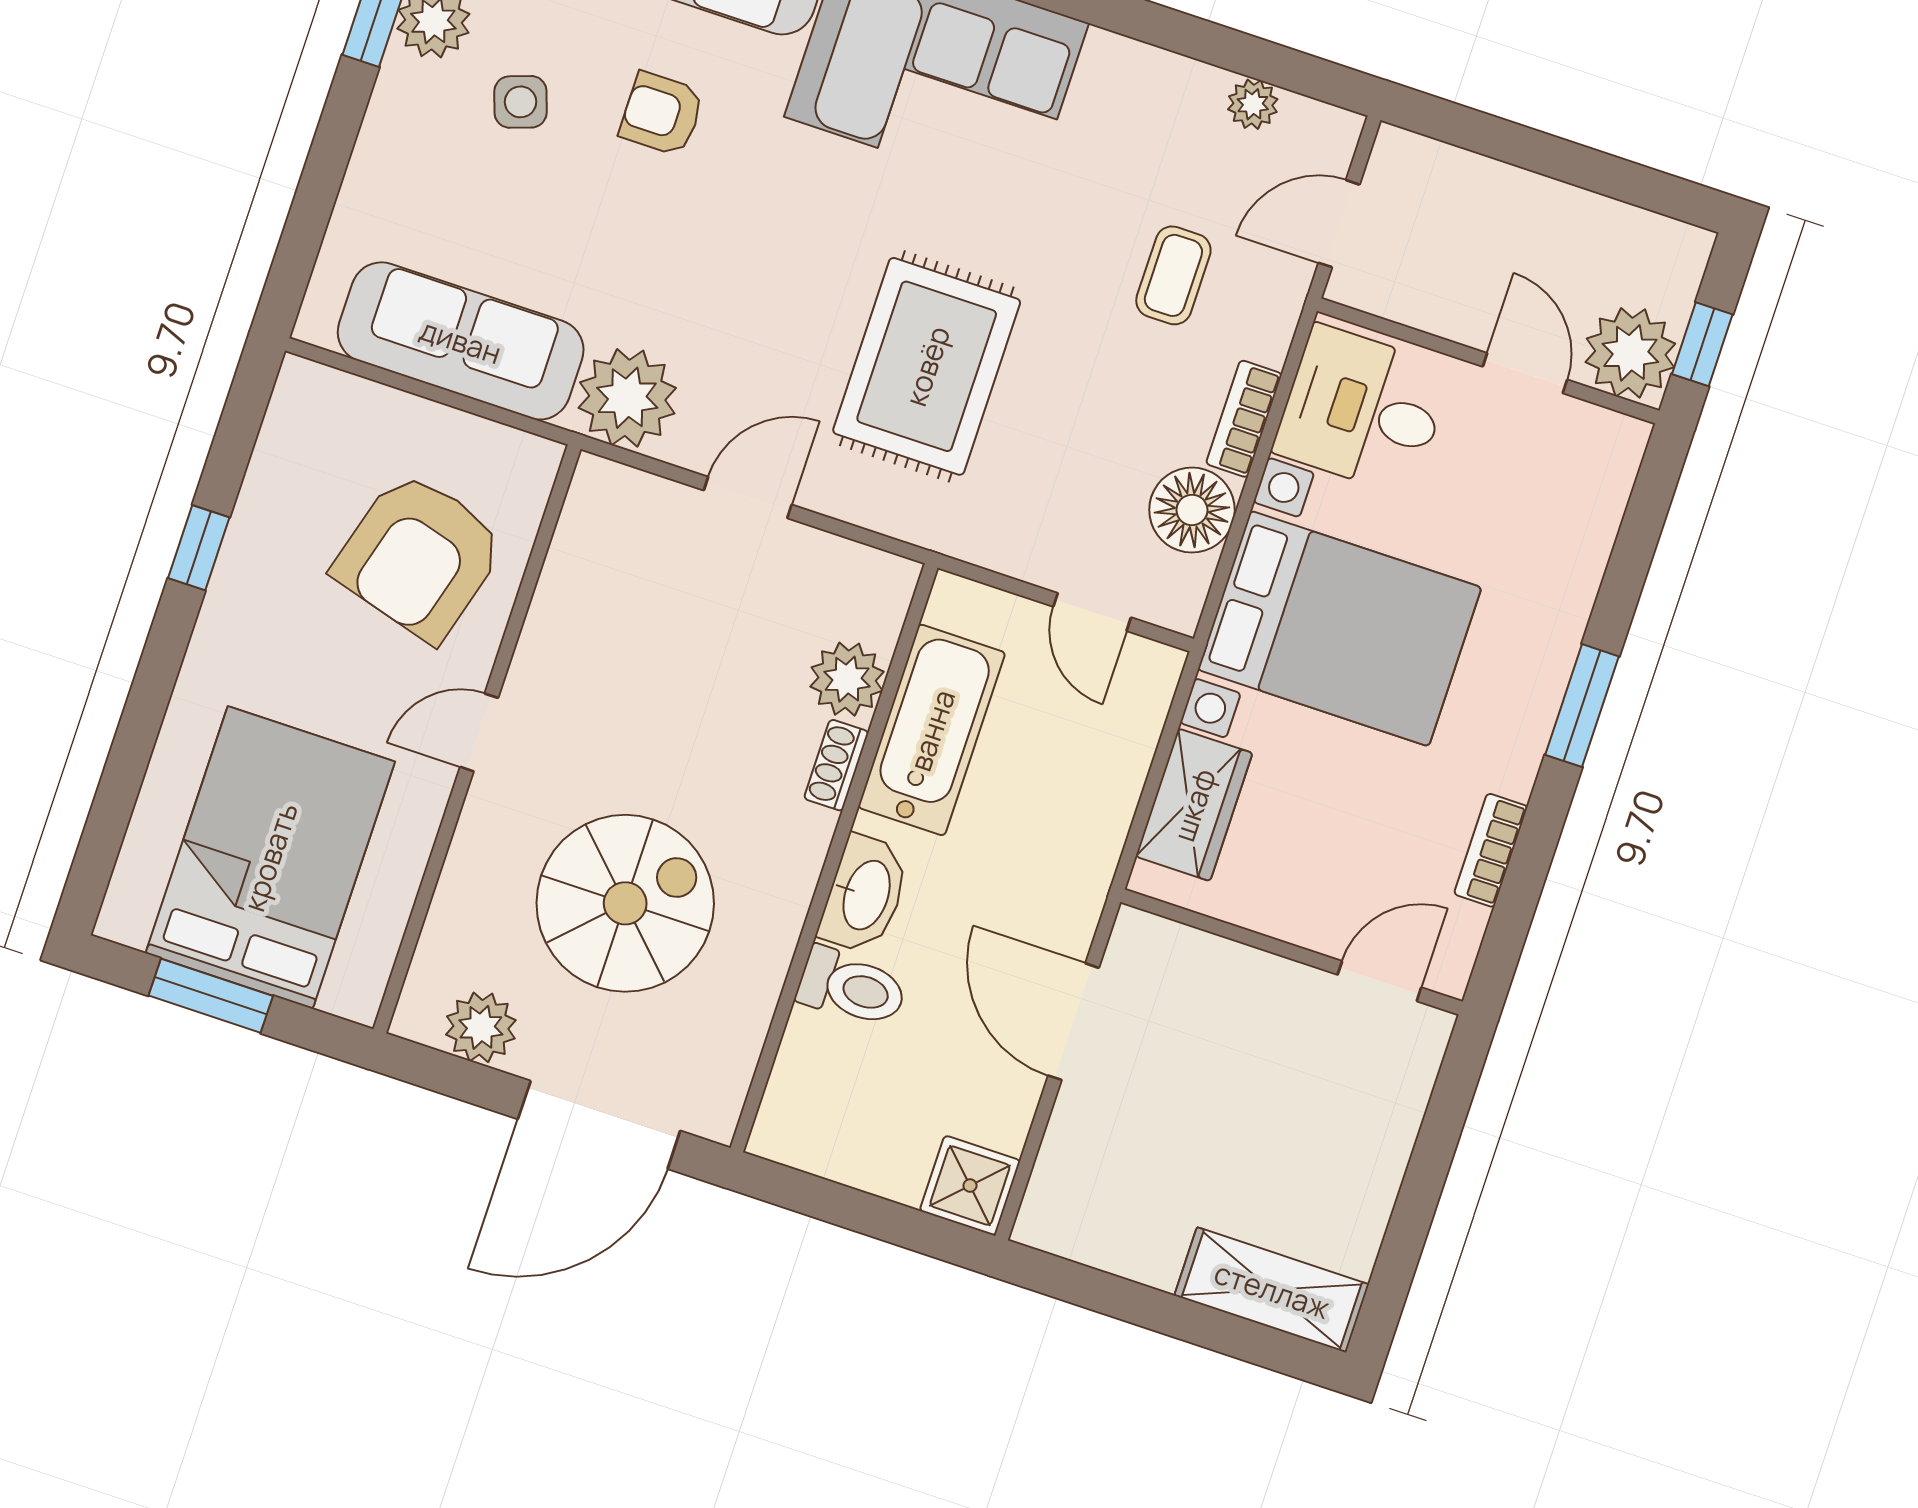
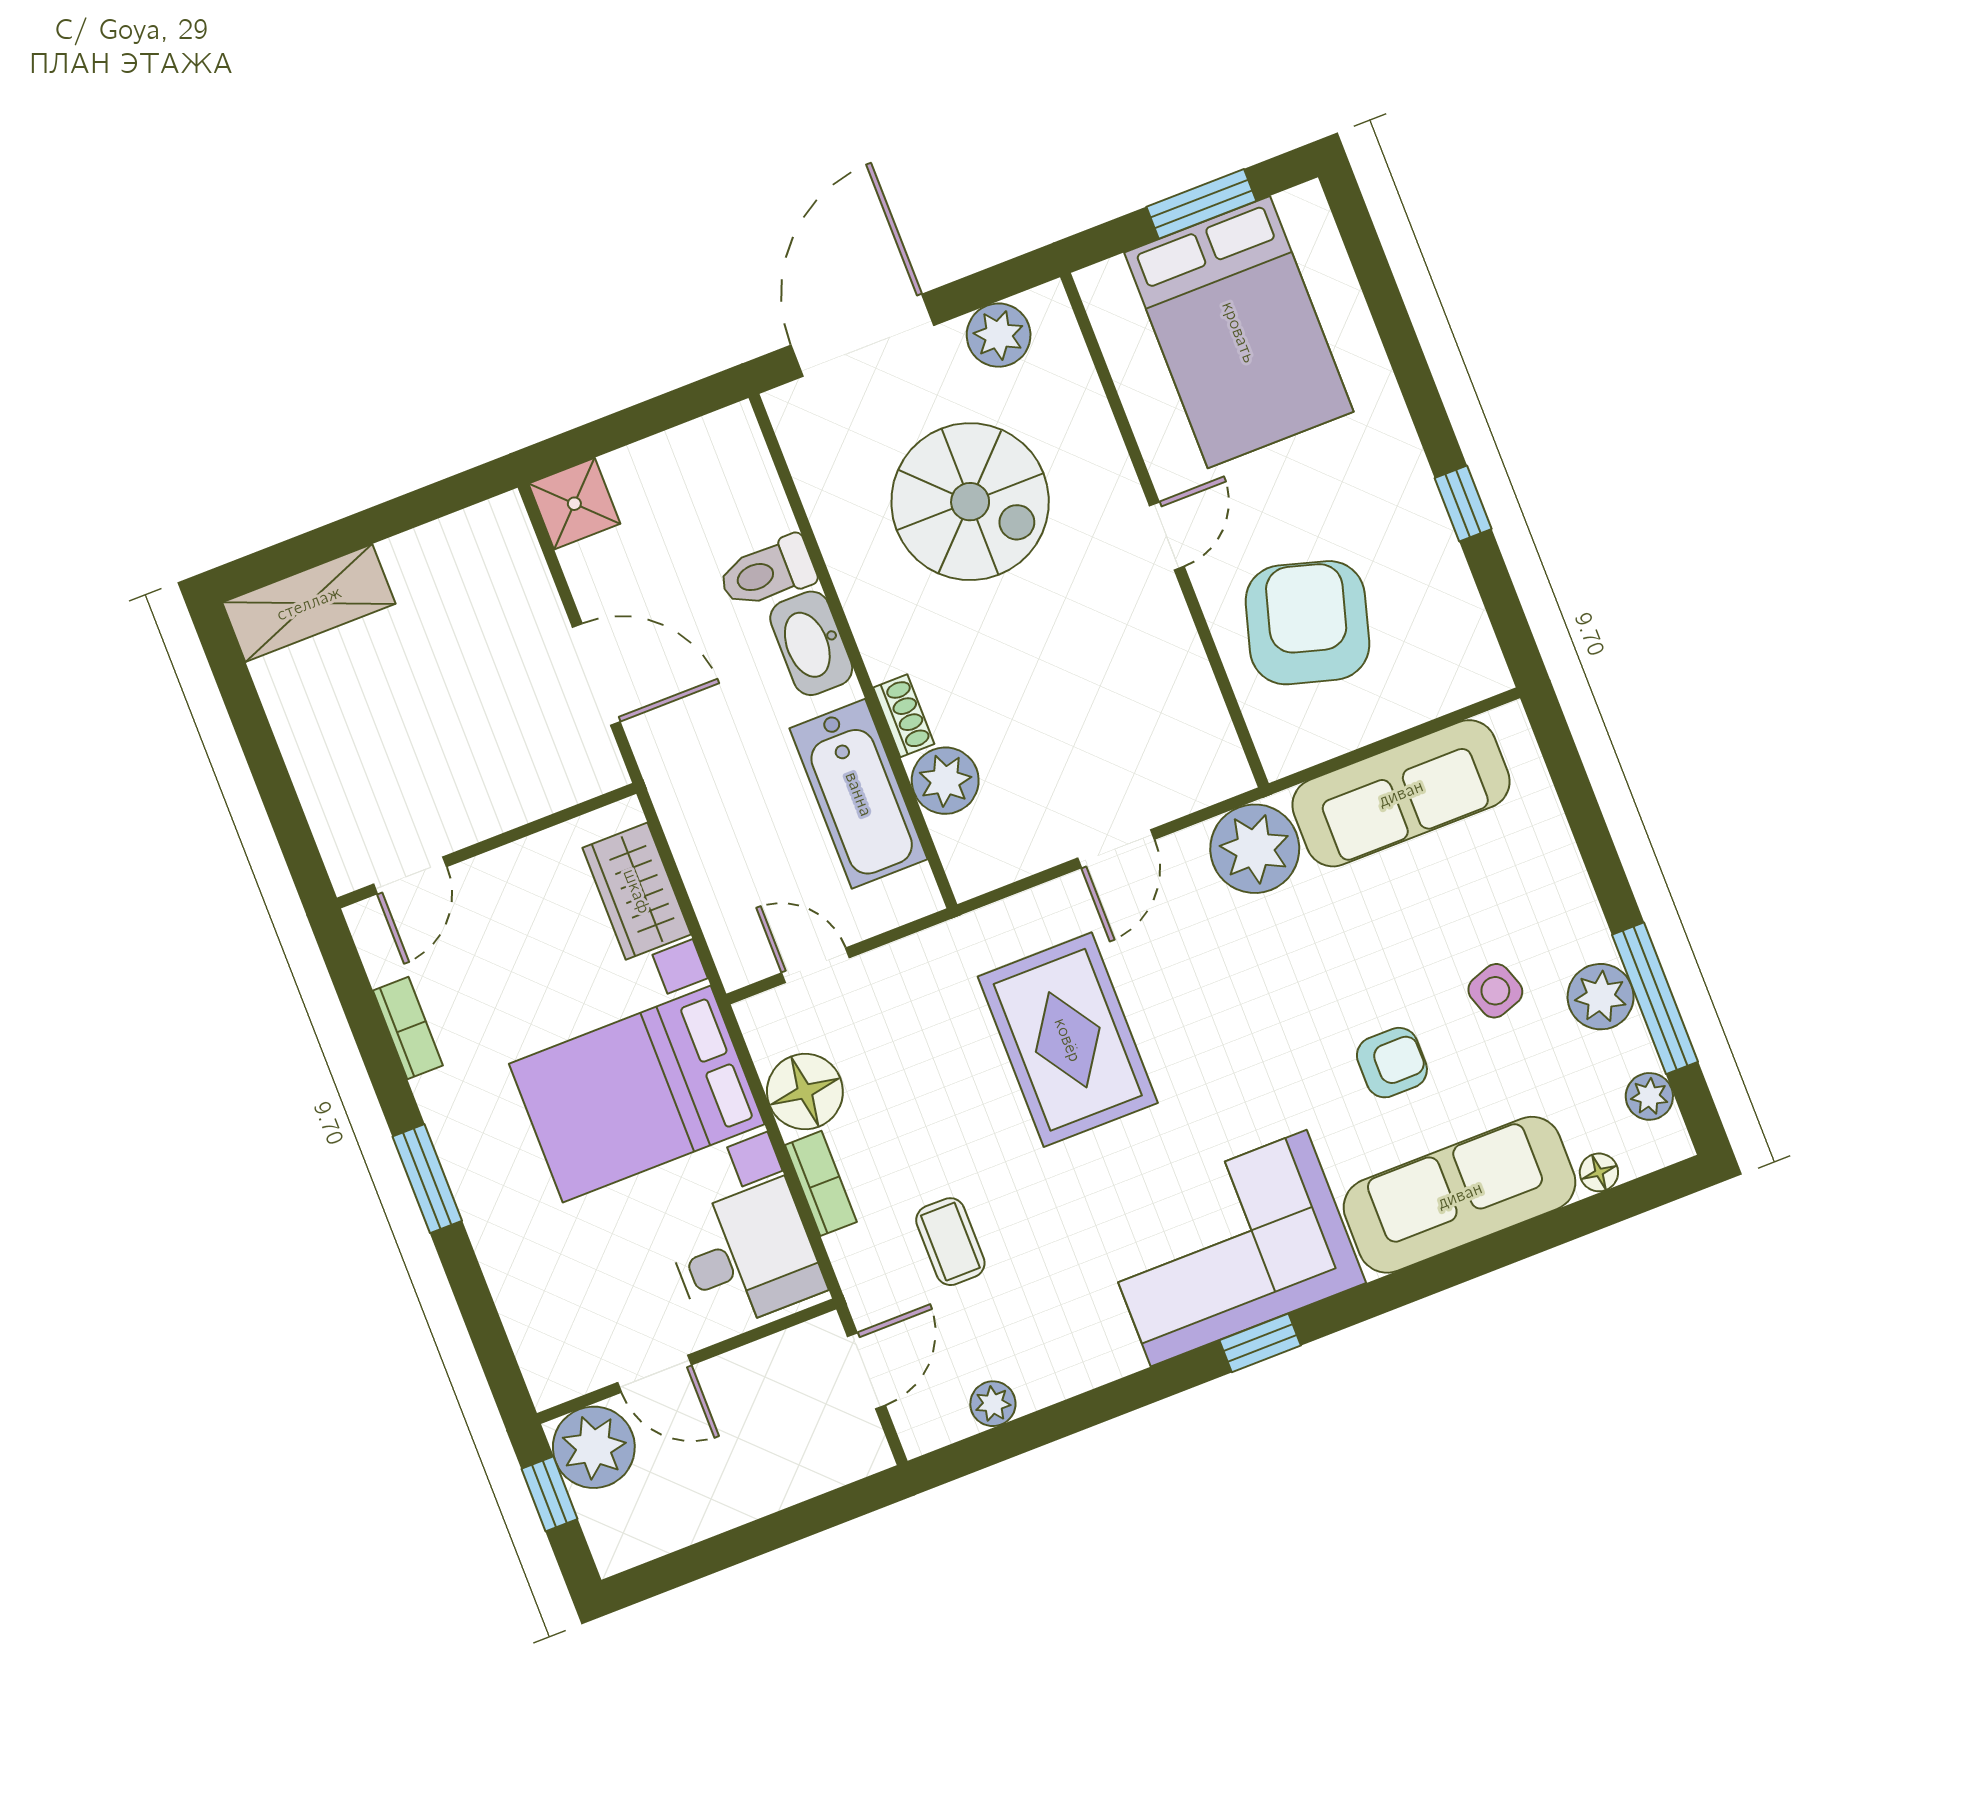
spiral stairs: (625, 903) -> (970, 502), turned -90

